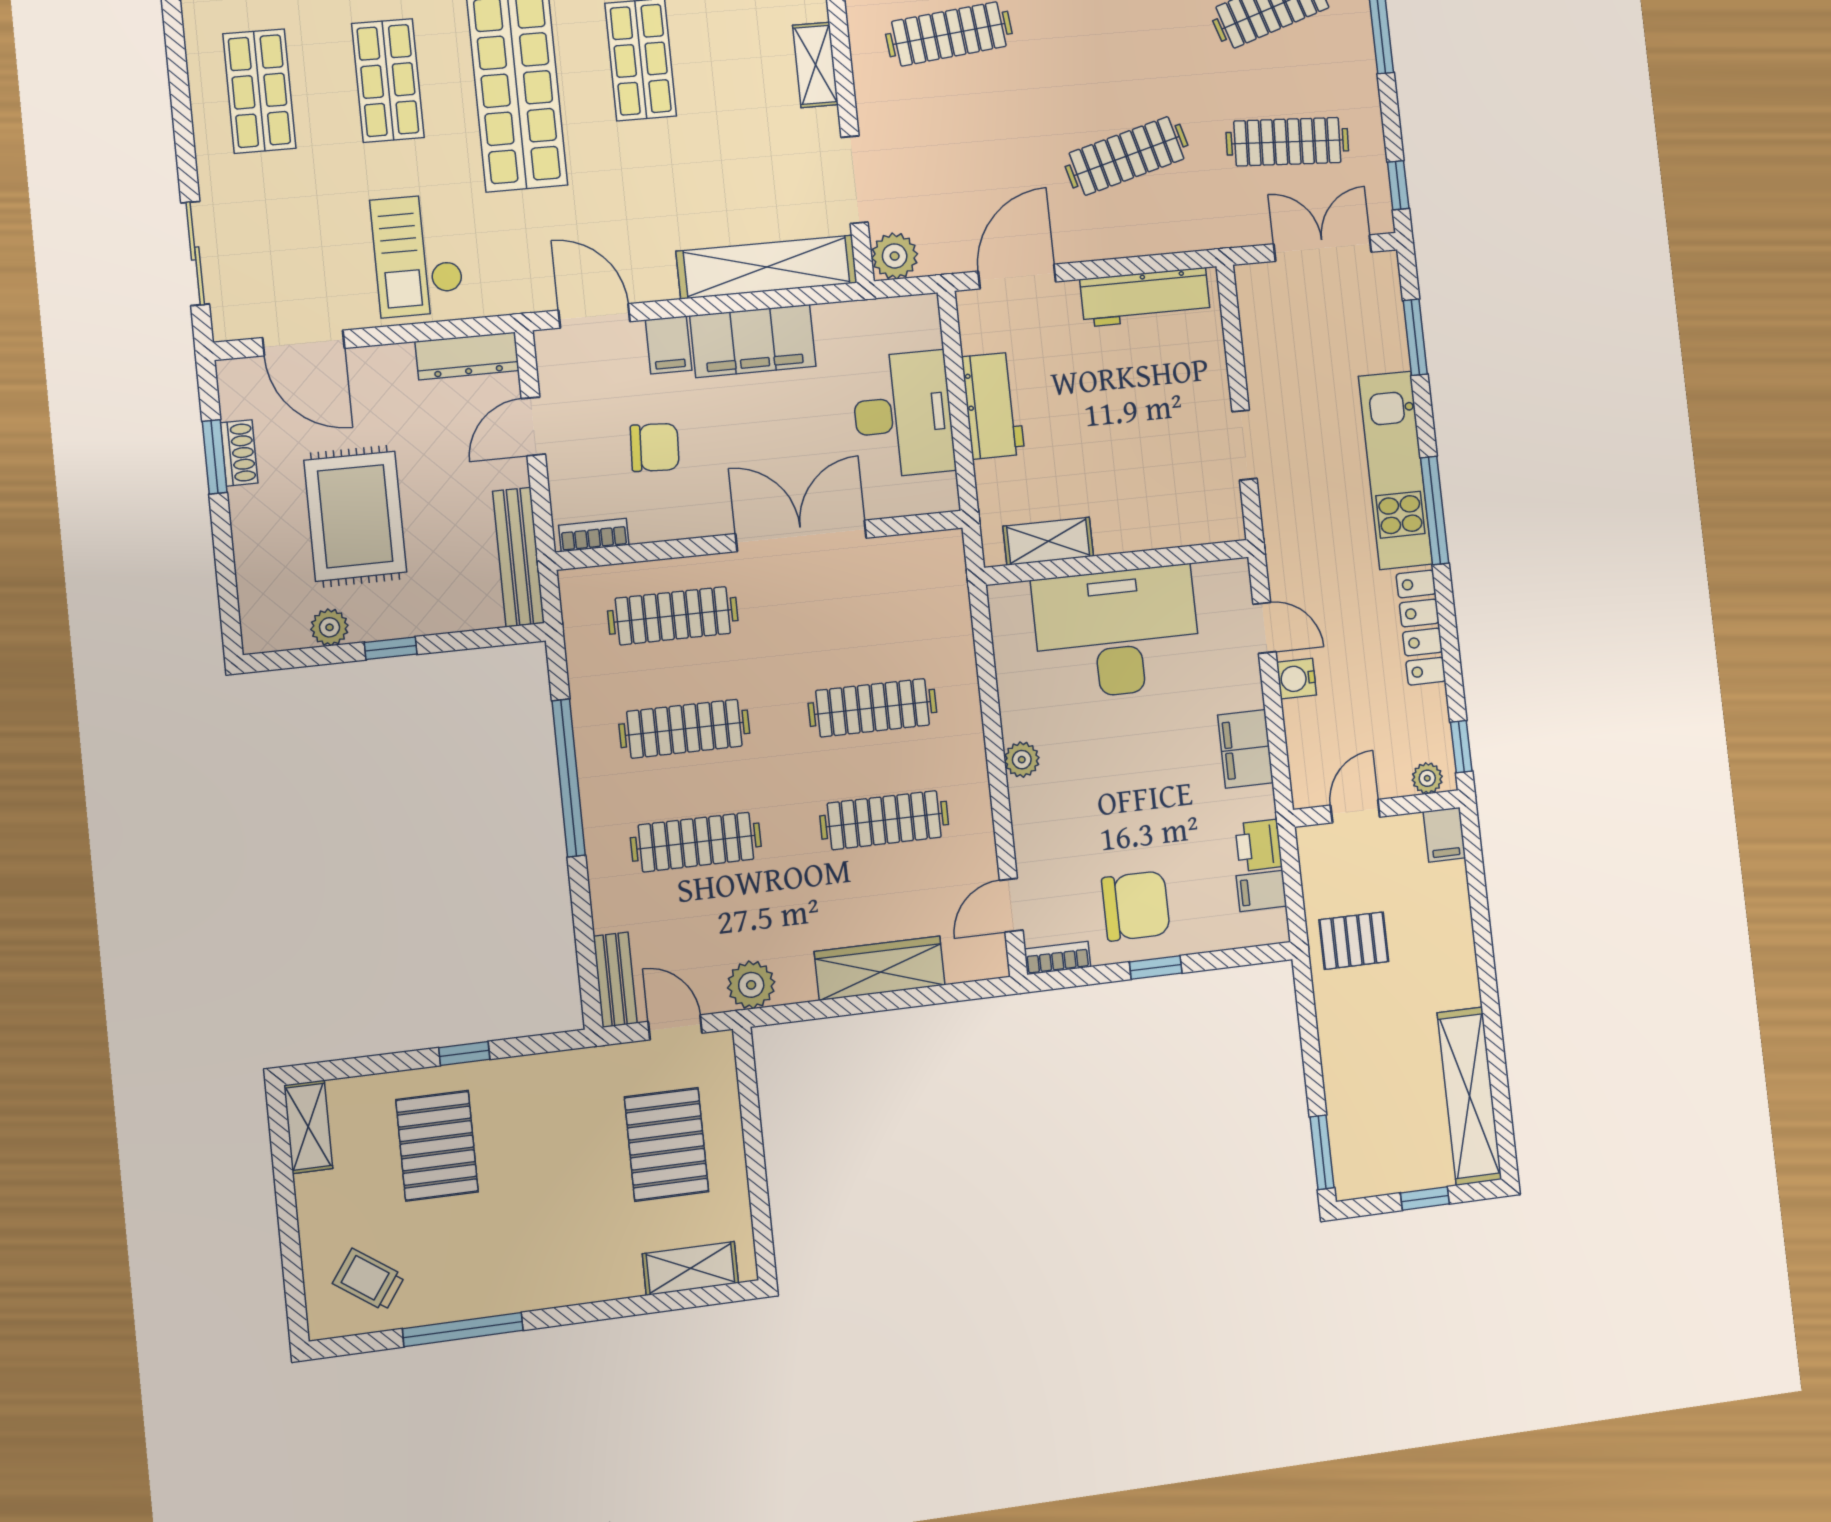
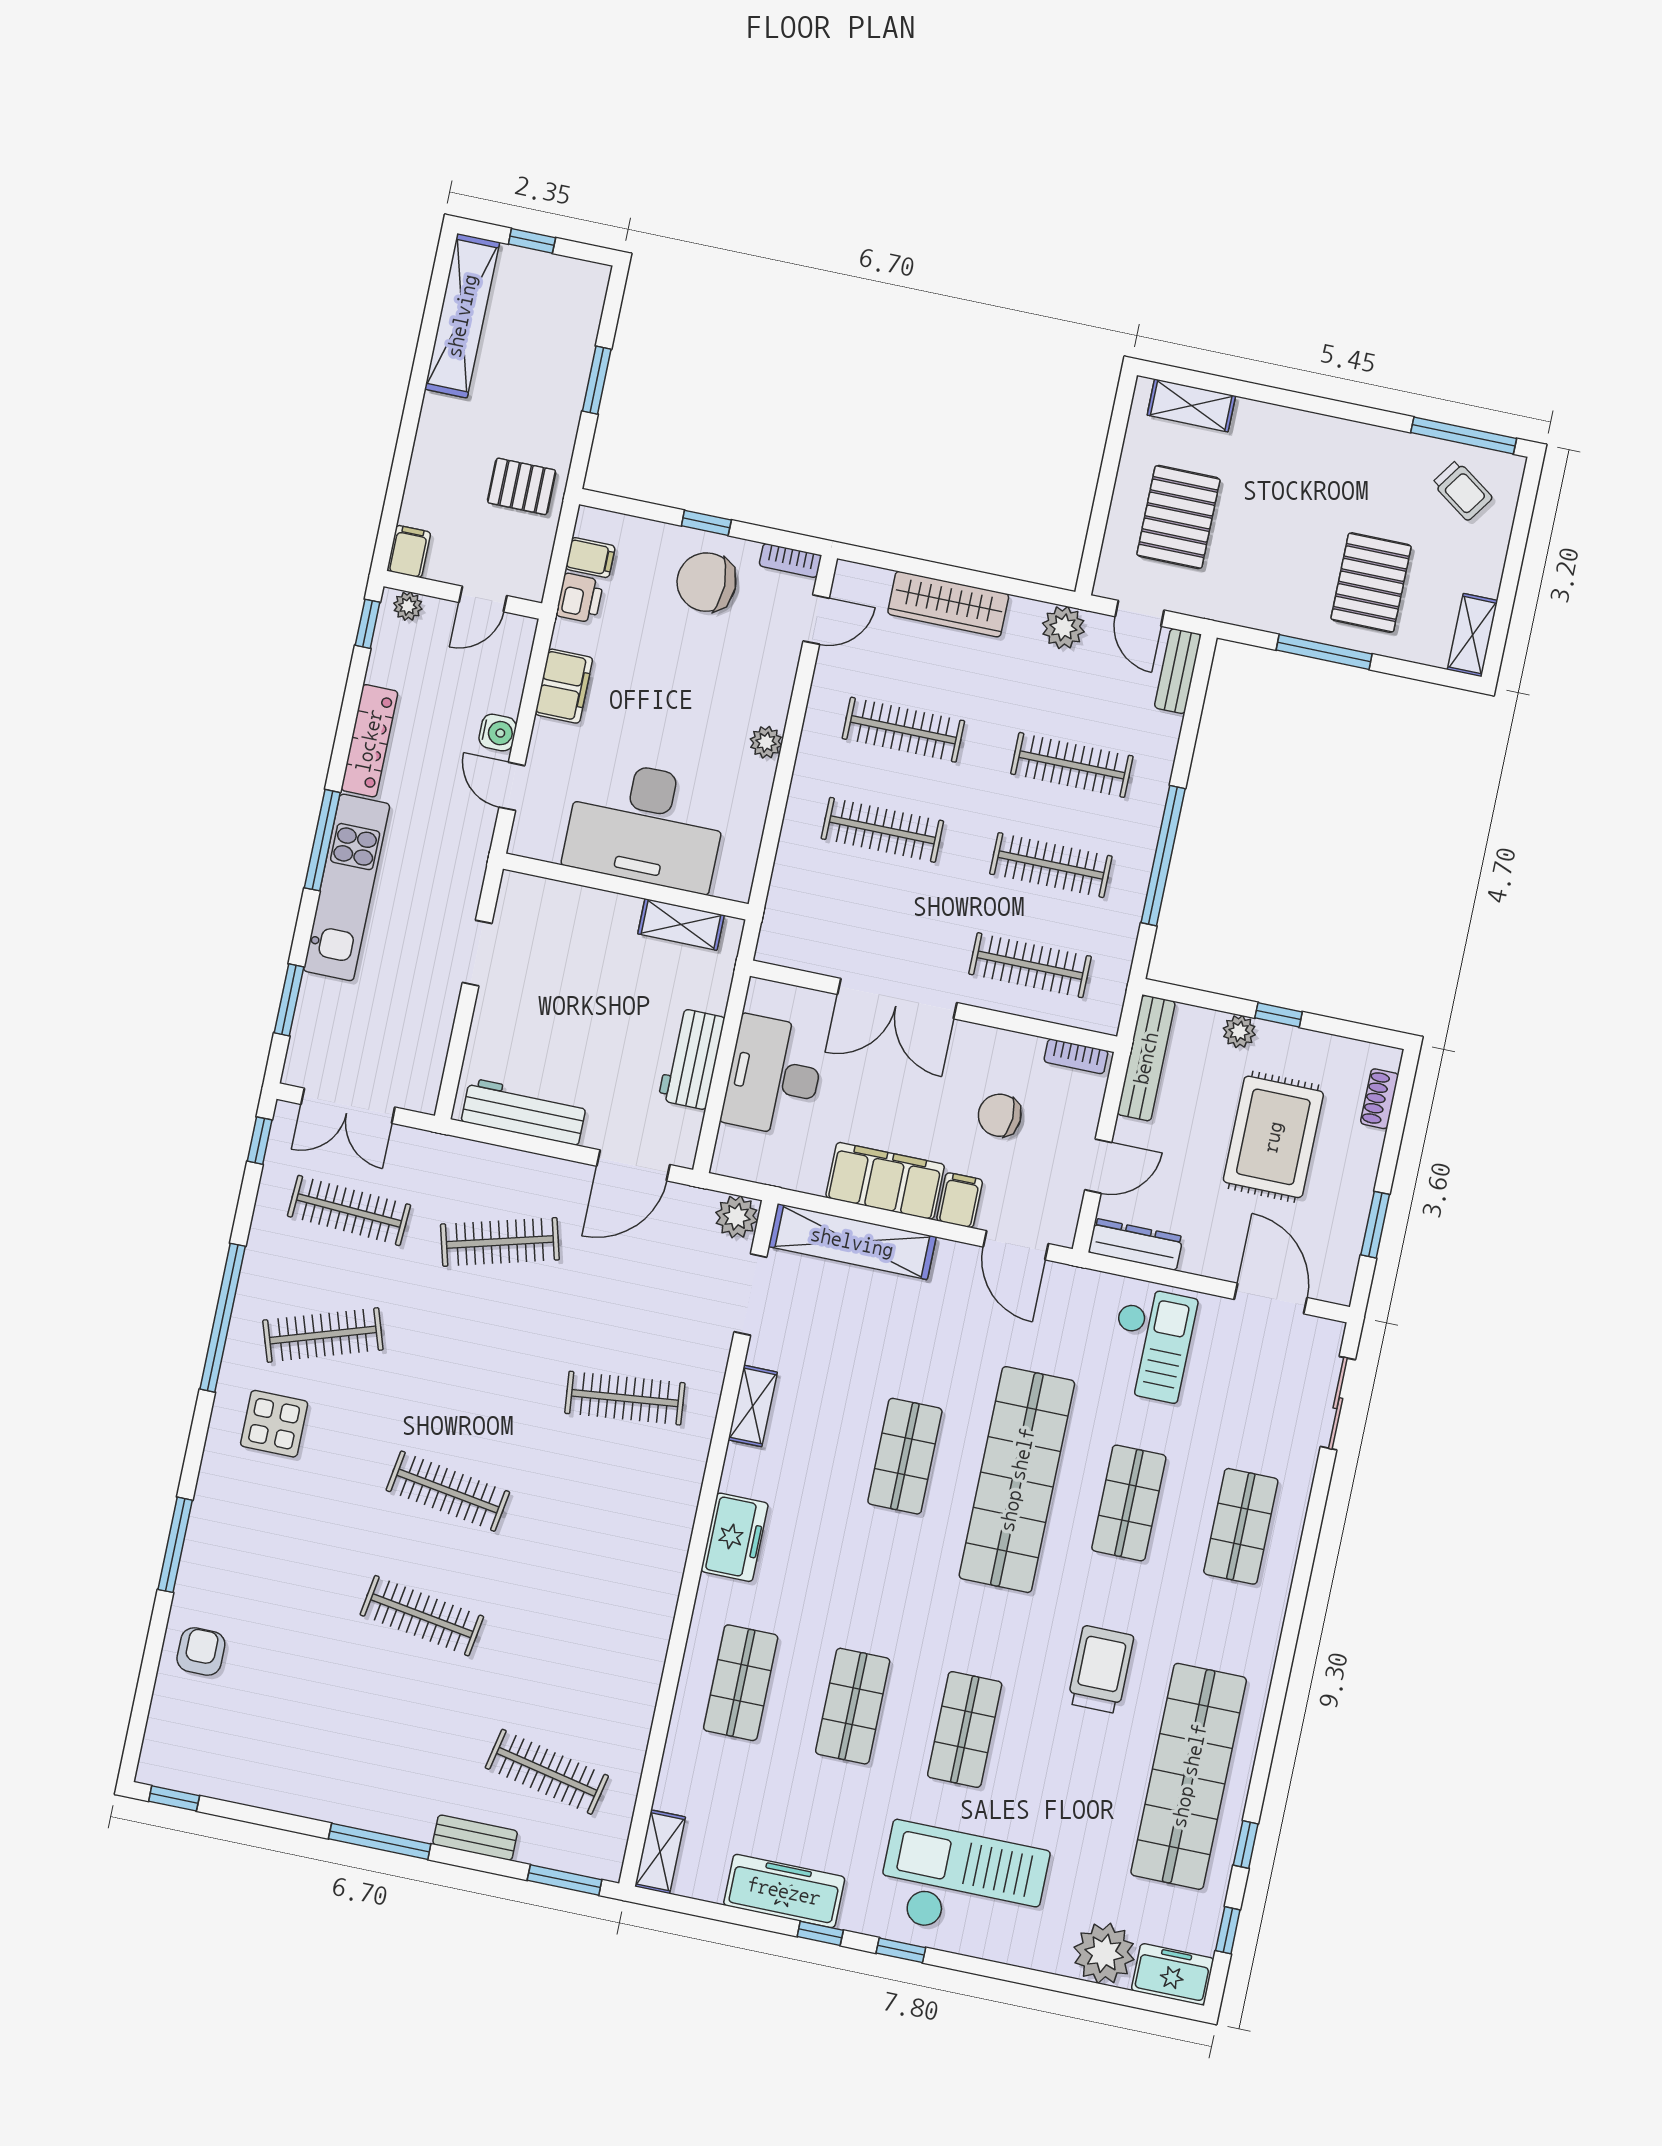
shoe rack: (239, 453) -> (1379, 1099), moved
plant: (330, 627) -> (1239, 1031), moved
window: (464, 1054) -> (1324, 652), width x2.17
window: (1322, 1152) -> (597, 380), moved
window: (463, 1330) -> (1464, 435), moved

